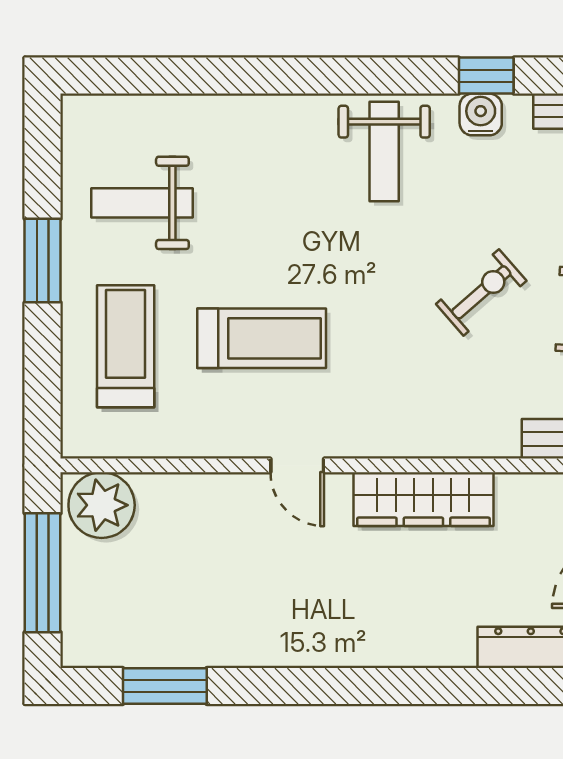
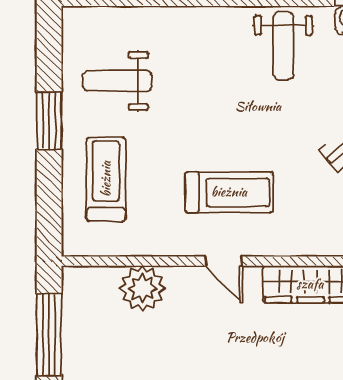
treadmill: (262, 338) -> (229, 192), moved
plant: (102, 505) -> (142, 288), moved

